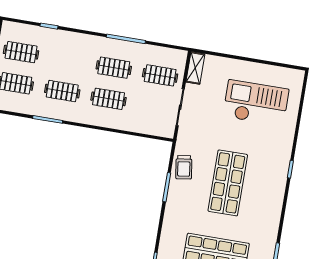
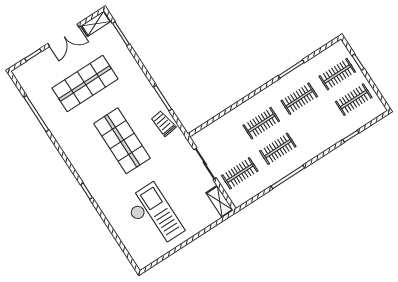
checkout: (256, 103) -> (154, 216), turned -90

